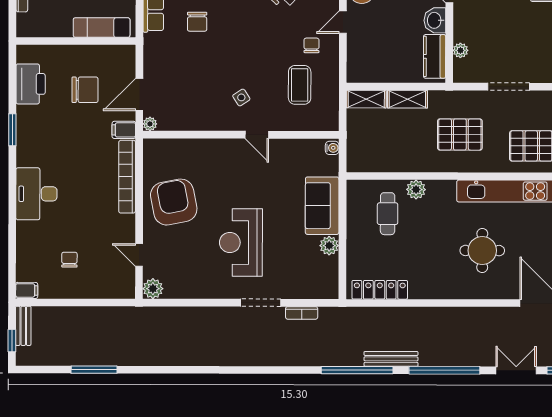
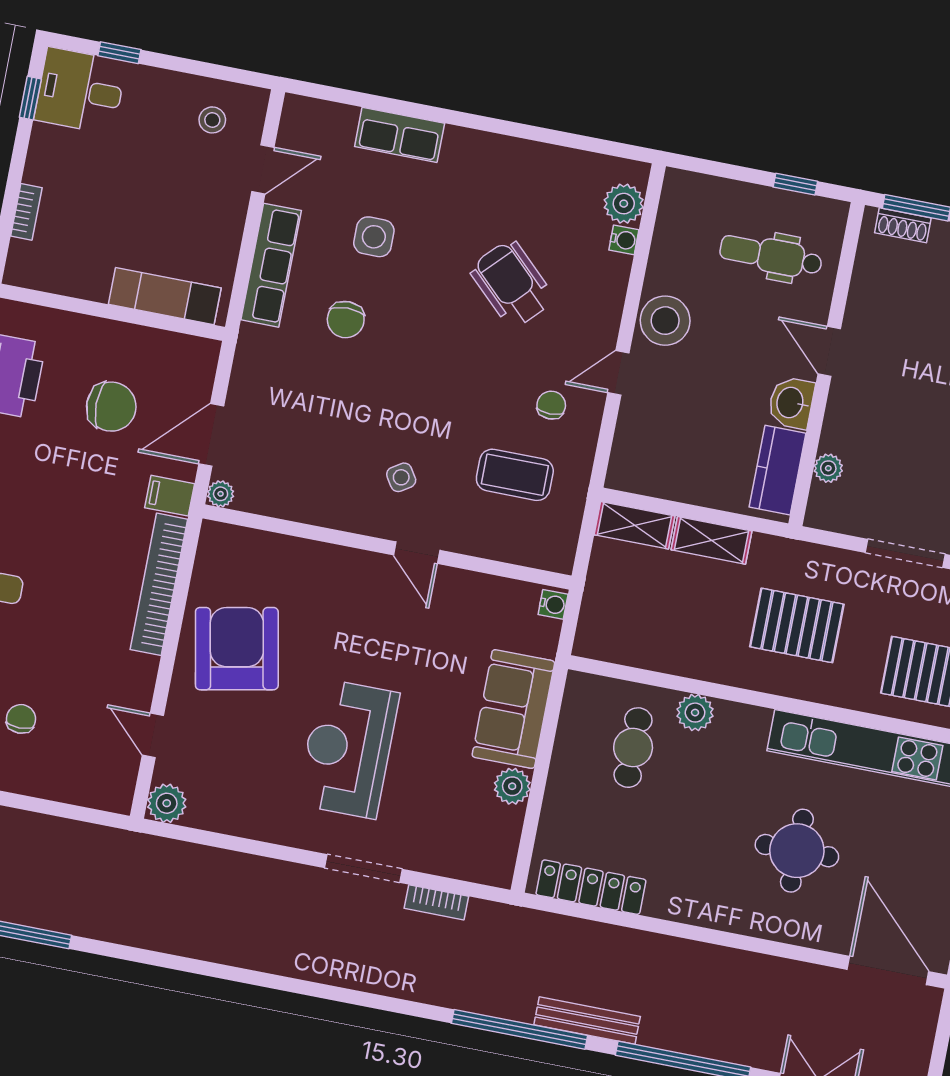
coffee table: (300, 85) -> (515, 475), turned 90

